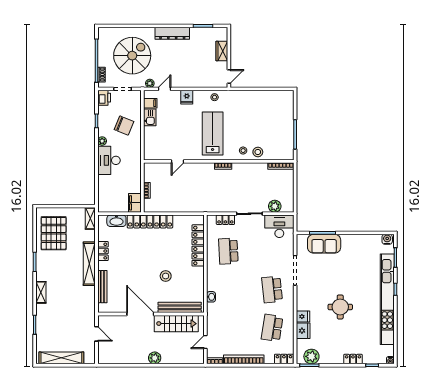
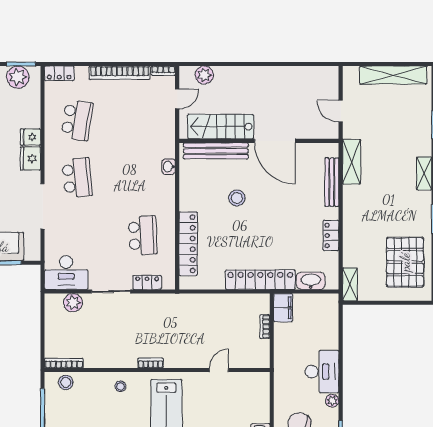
stool: (258, 152) -> (66, 382), moved
shelving: (89, 264) -> (351, 162), moved, width x0.68
fridge: (303, 331) -> (30, 158), moved
plant: (155, 358) -> (204, 75), moved

